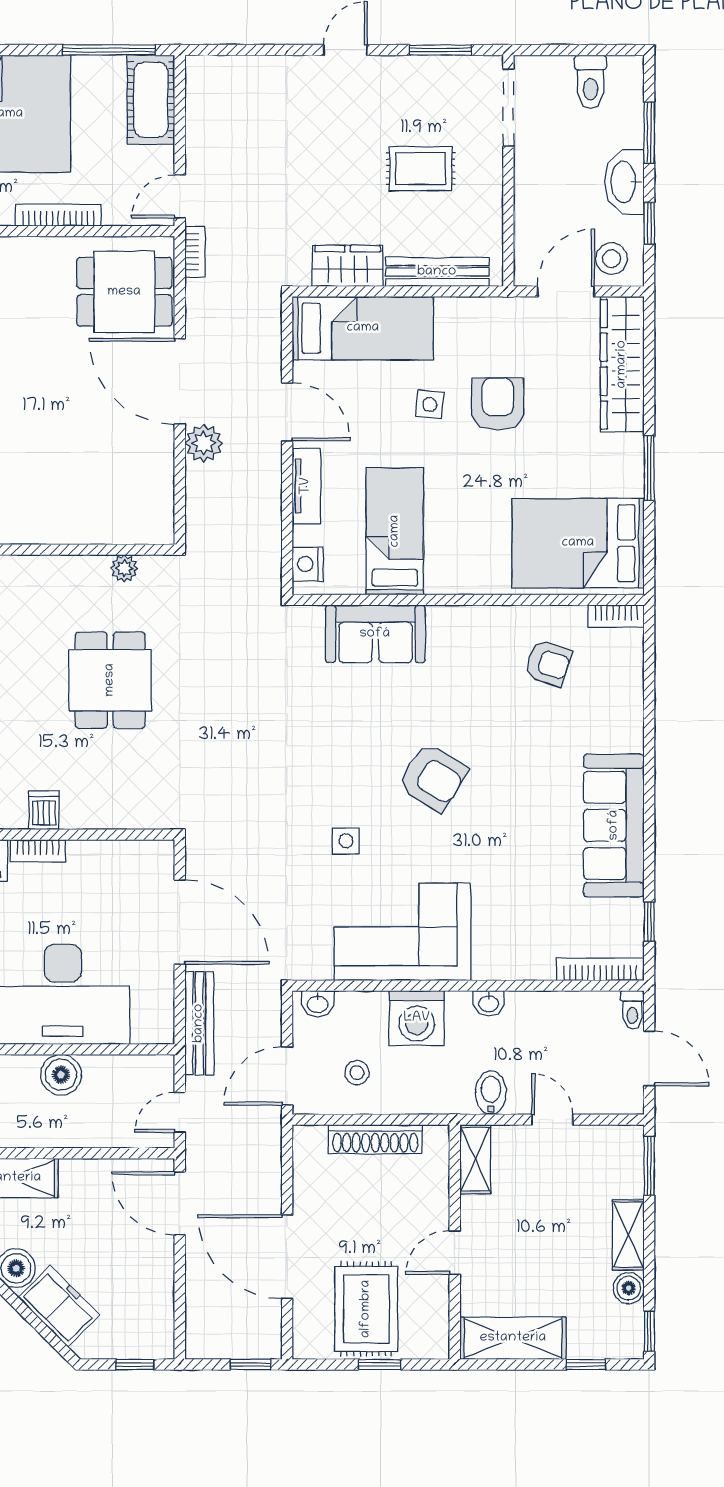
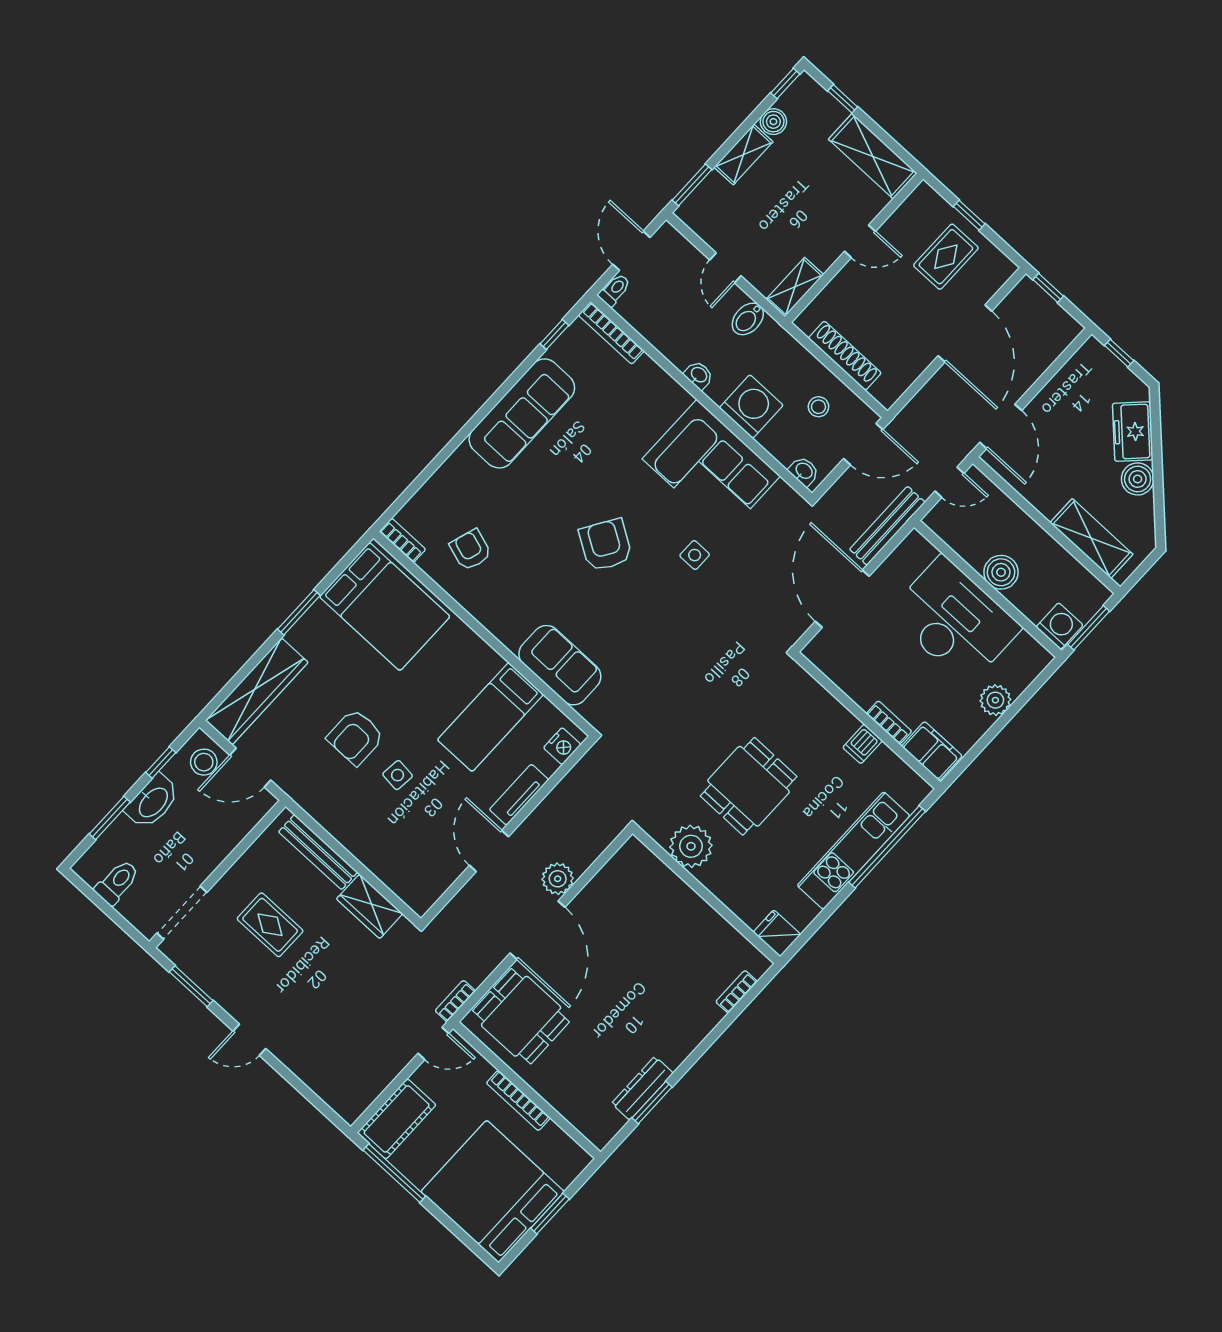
bed: (363, 328) -> (396, 860), removed
plant: (124, 568) -> (691, 846), width x1.88, depth x1.88
rug: (366, 1309) -> (946, 257), width x0.73, depth x0.70

